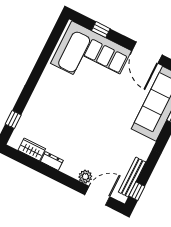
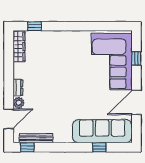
wardrobe: (32, 149) -> (19, 47), width x1.50
dresser: (52, 161) -> (18, 88), moved
door: (97, 196) -> (9, 119), hinge flipped

